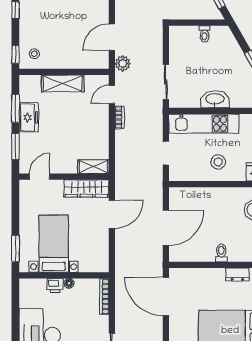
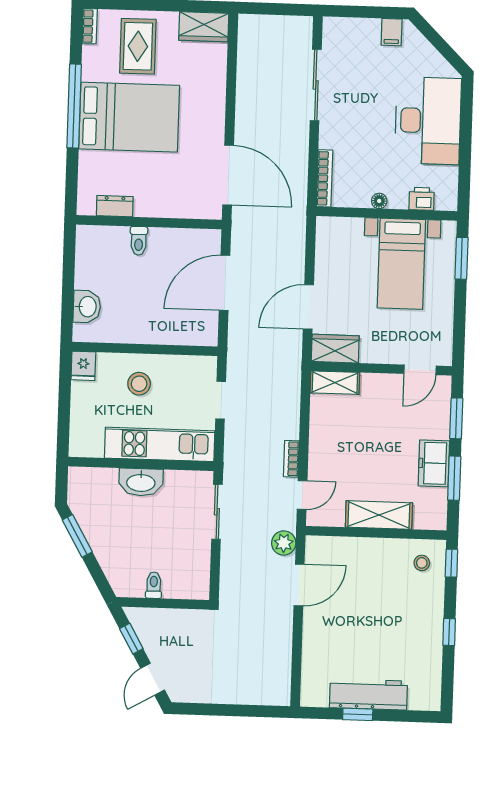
wardrobe: (87, 188) -> (335, 349), width x0.67
printer: (55, 286) -> (422, 199), moved

